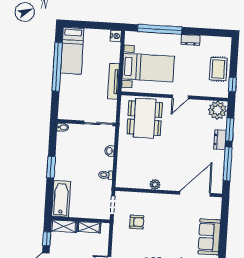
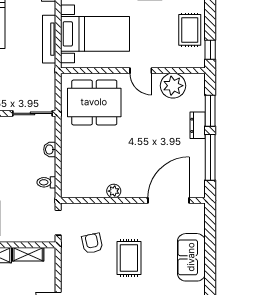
tv unit: (113, 81) -> (49, 39), moved
door: (180, 97) -> (141, 71), hinge flipped
plant: (217, 110) -> (173, 86), moved
dining table: (145, 118) -> (94, 102), turned 90
armchair: (137, 222) -> (92, 243), turned -102
rug: (163, 234) -> (129, 258), added

